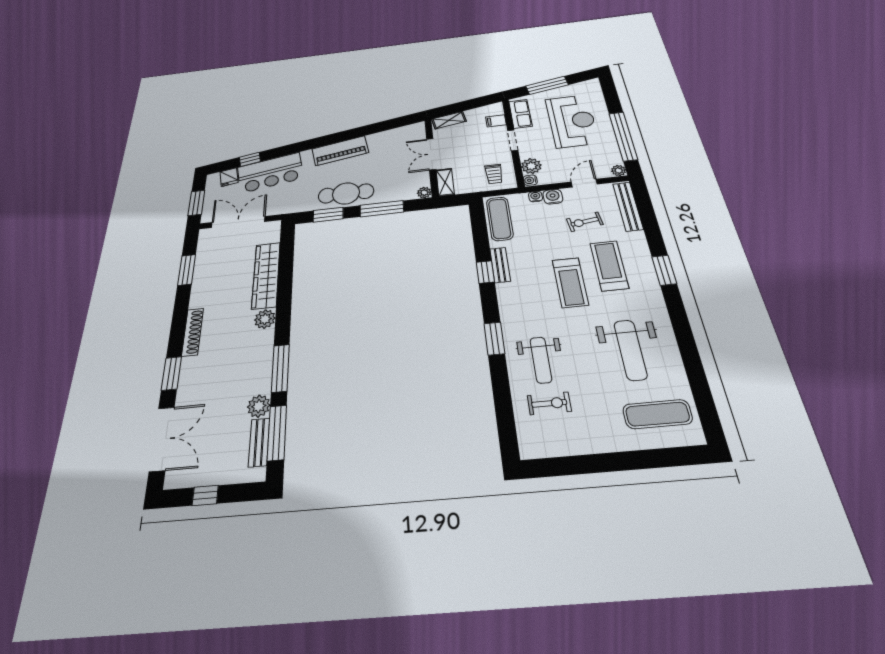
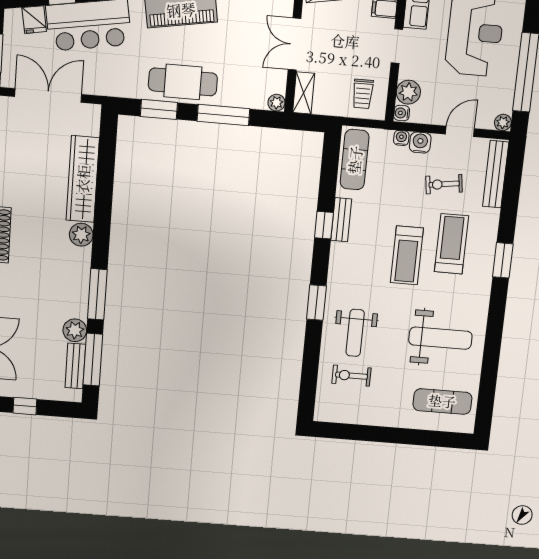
weight bench: (630, 350) -> (440, 338), turned -90
exercise bike: (549, 403) -> (351, 376), turned 180

